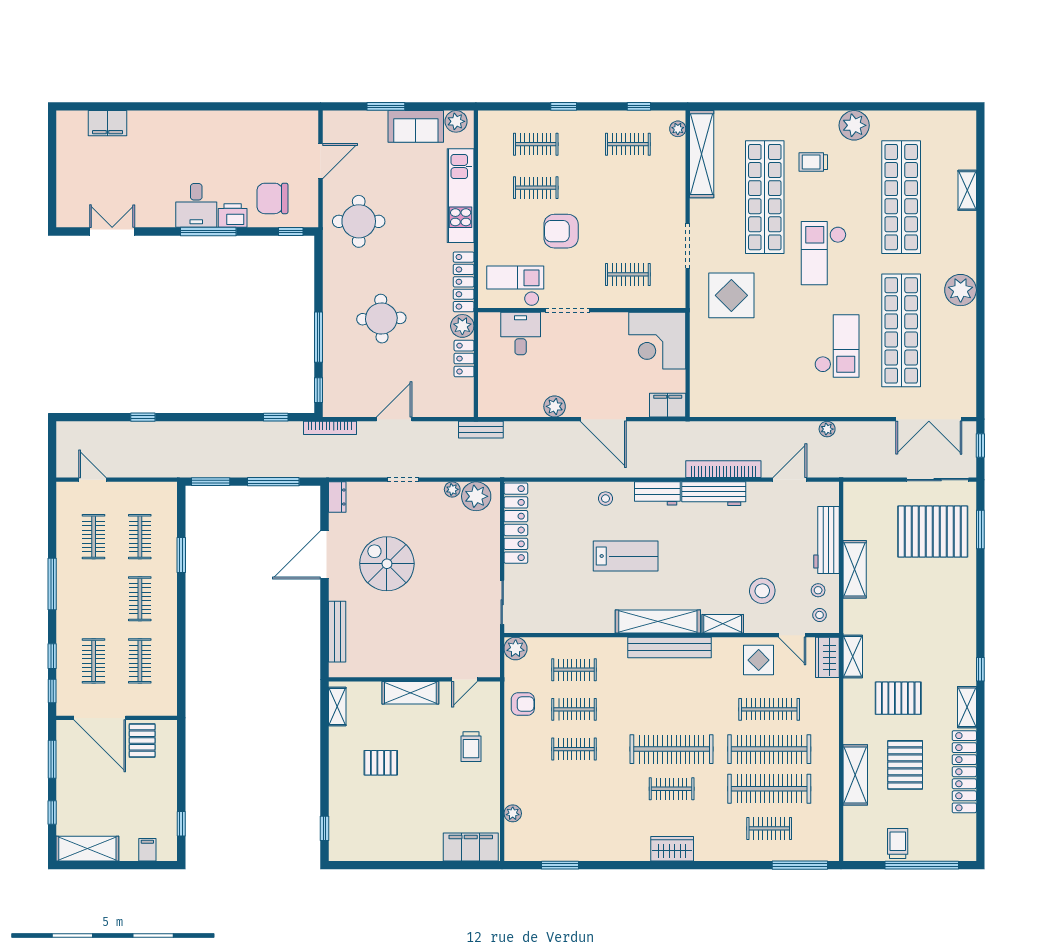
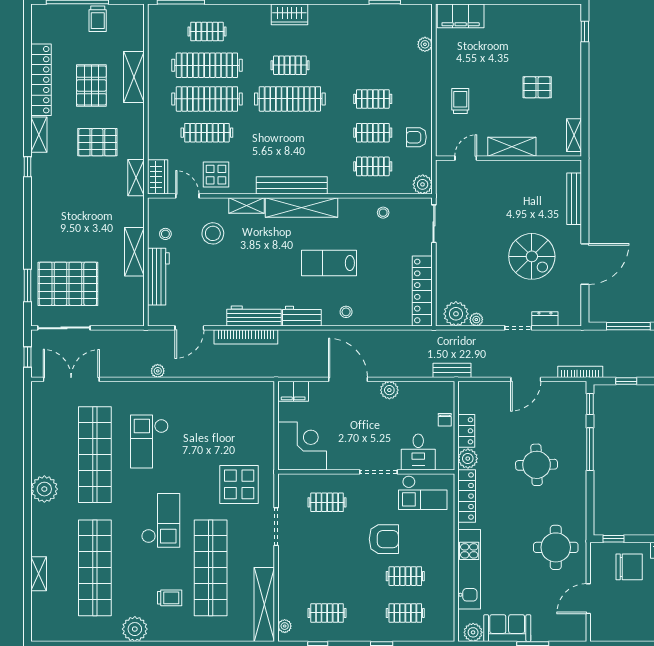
chair: (489, 372) -> (445, 420), added
dresser: (337, 497) -> (545, 319), moved, turned 90
stool: (820, 615) -> (383, 213), moved

